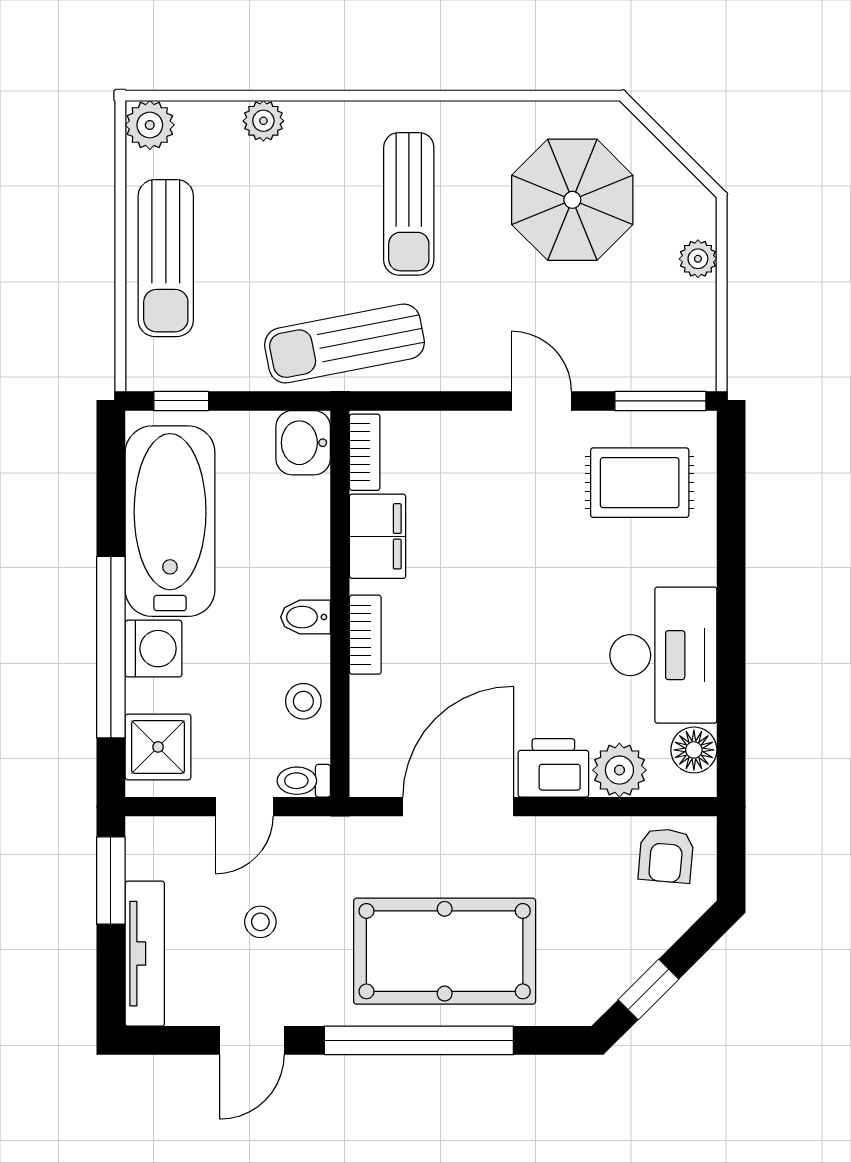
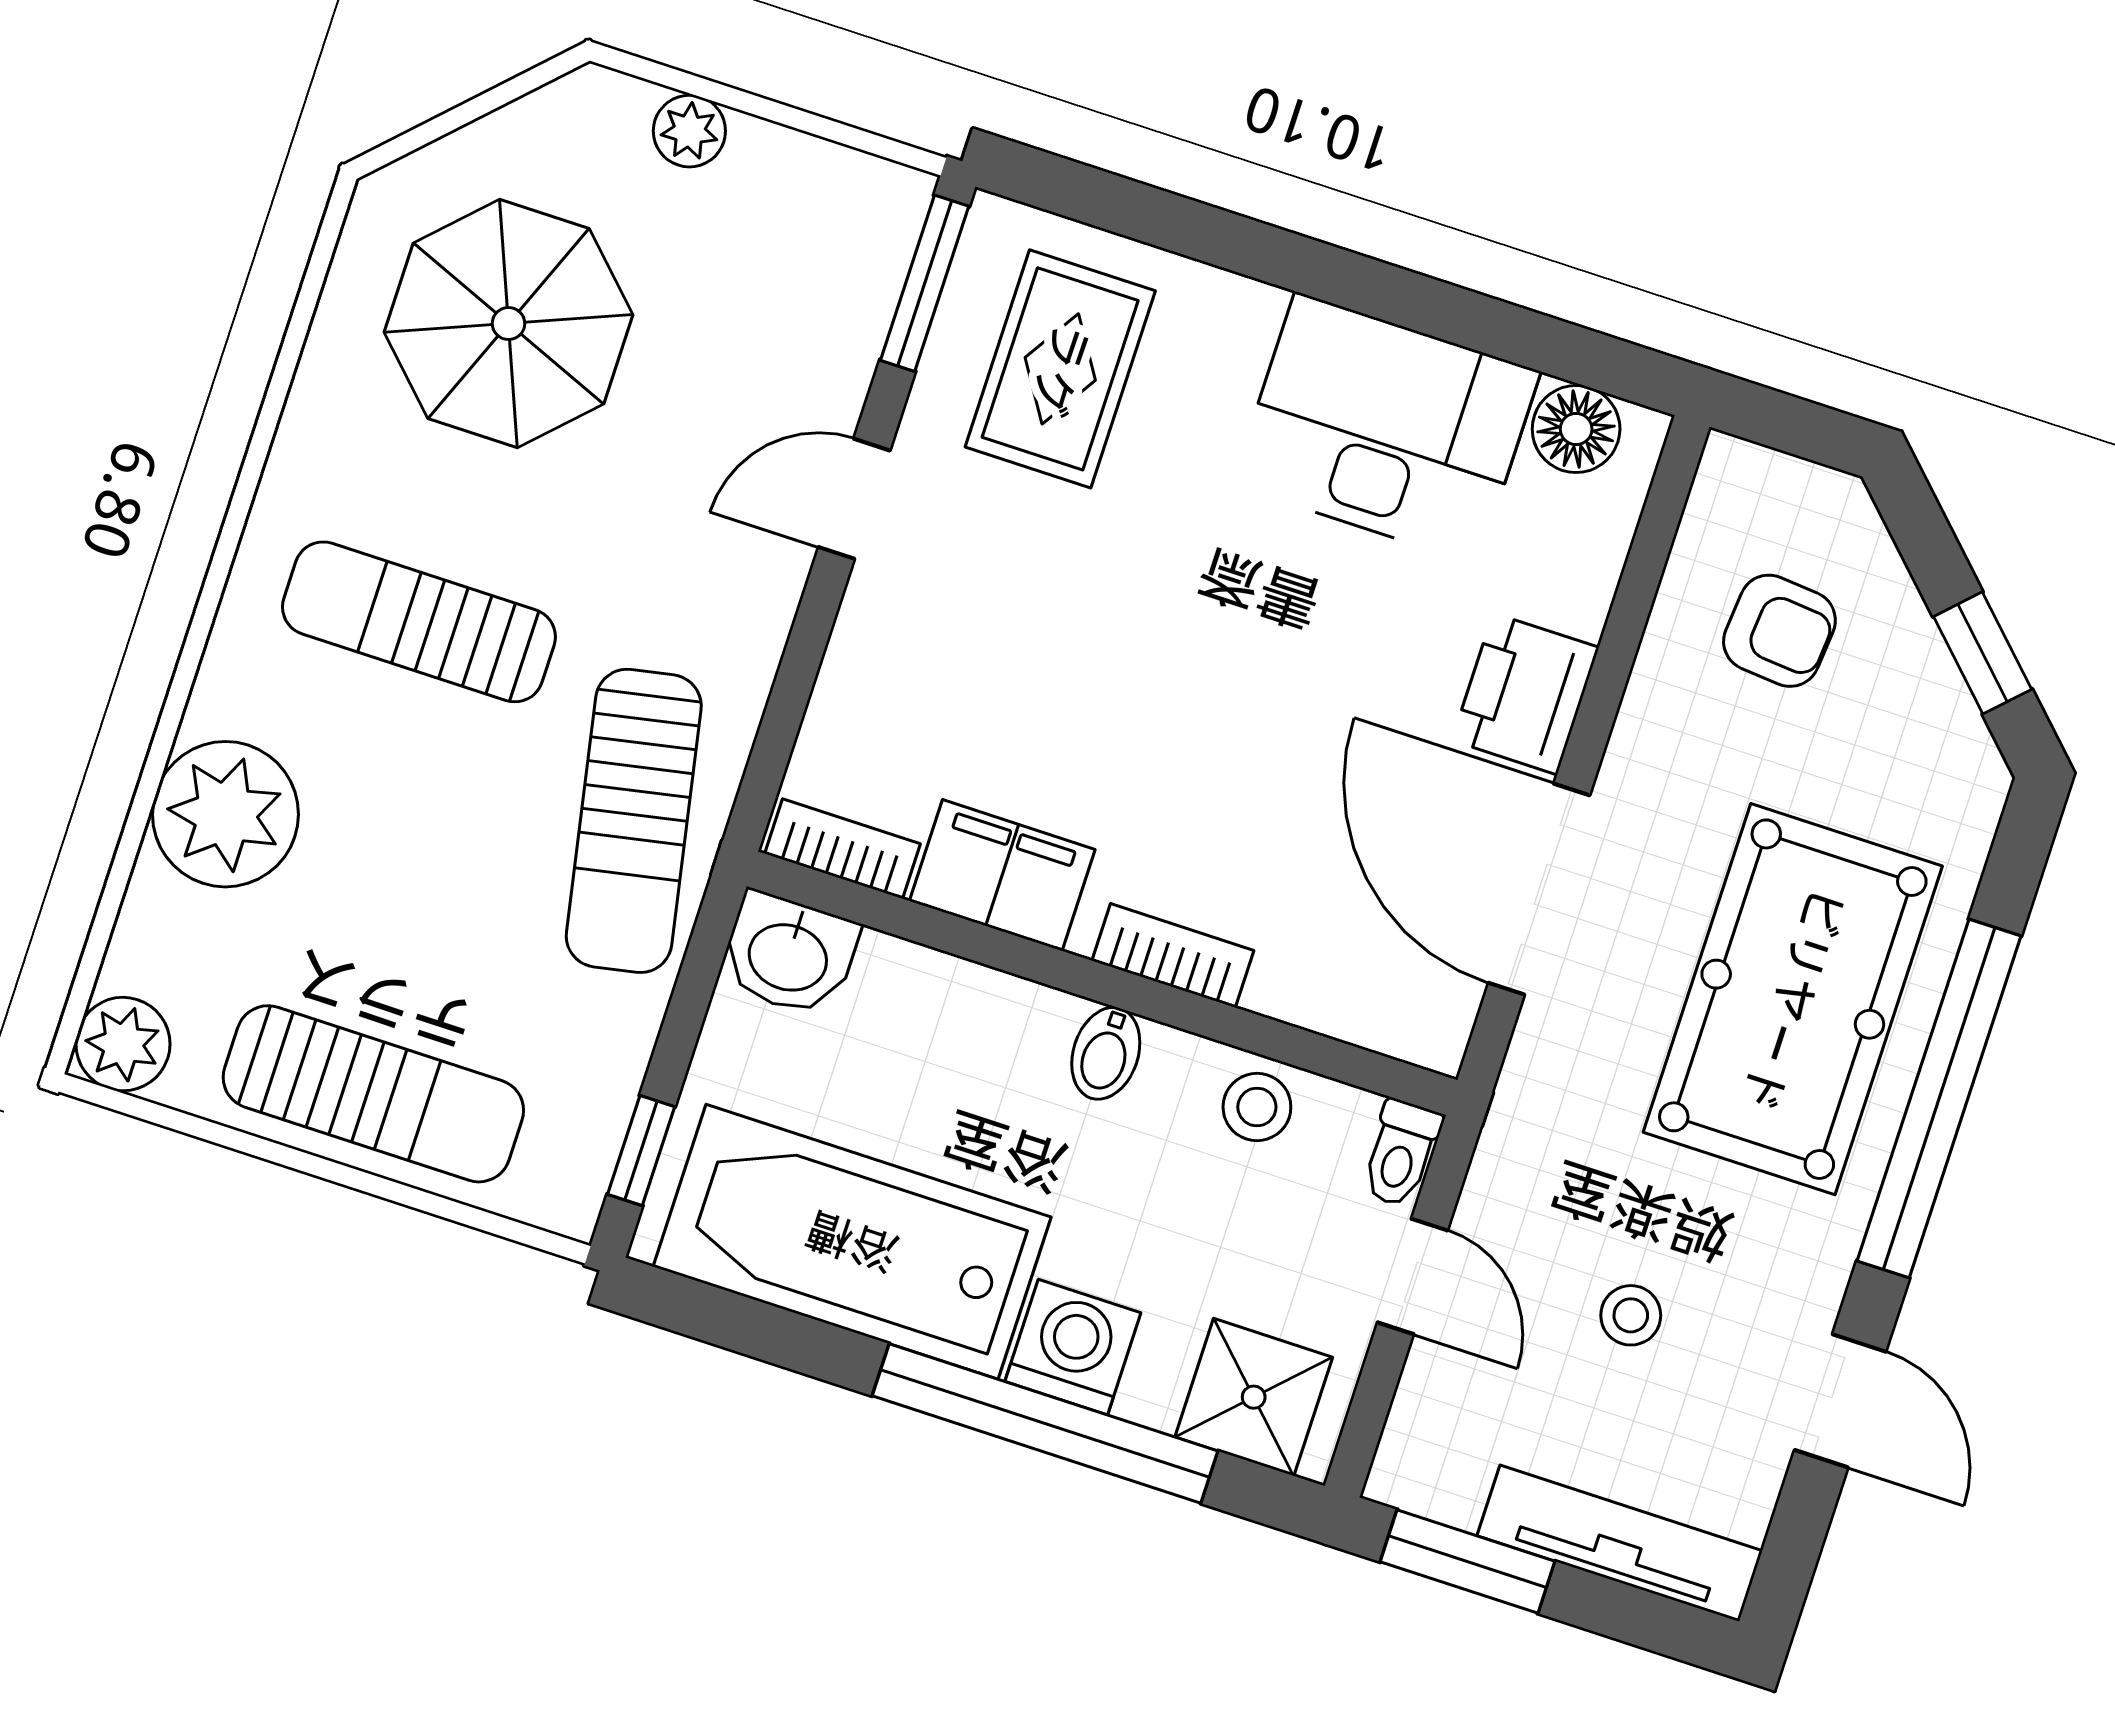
plant: (263, 121) -> (225, 814), width x1.88, depth x1.88
sun lounger: (409, 204) -> (419, 622), turned 180
plant: (619, 770) -> (1568, 576), removed
armchair: (666, 856) -> (1779, 631), moved

